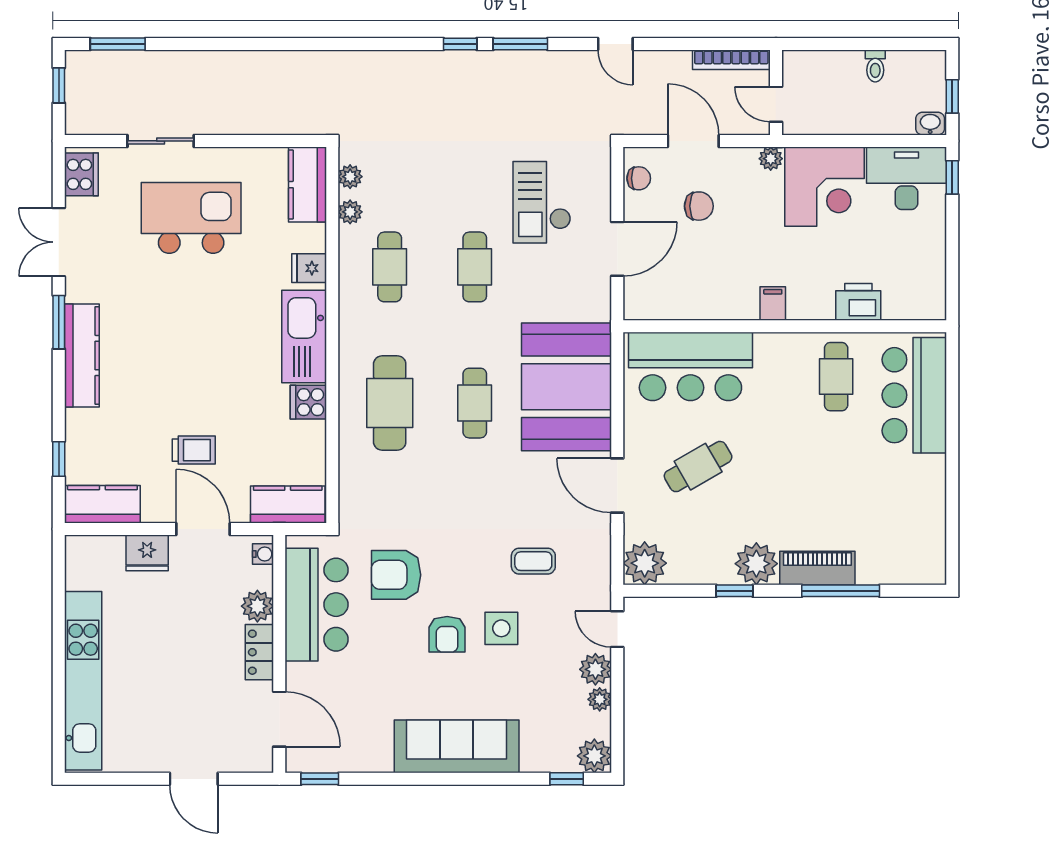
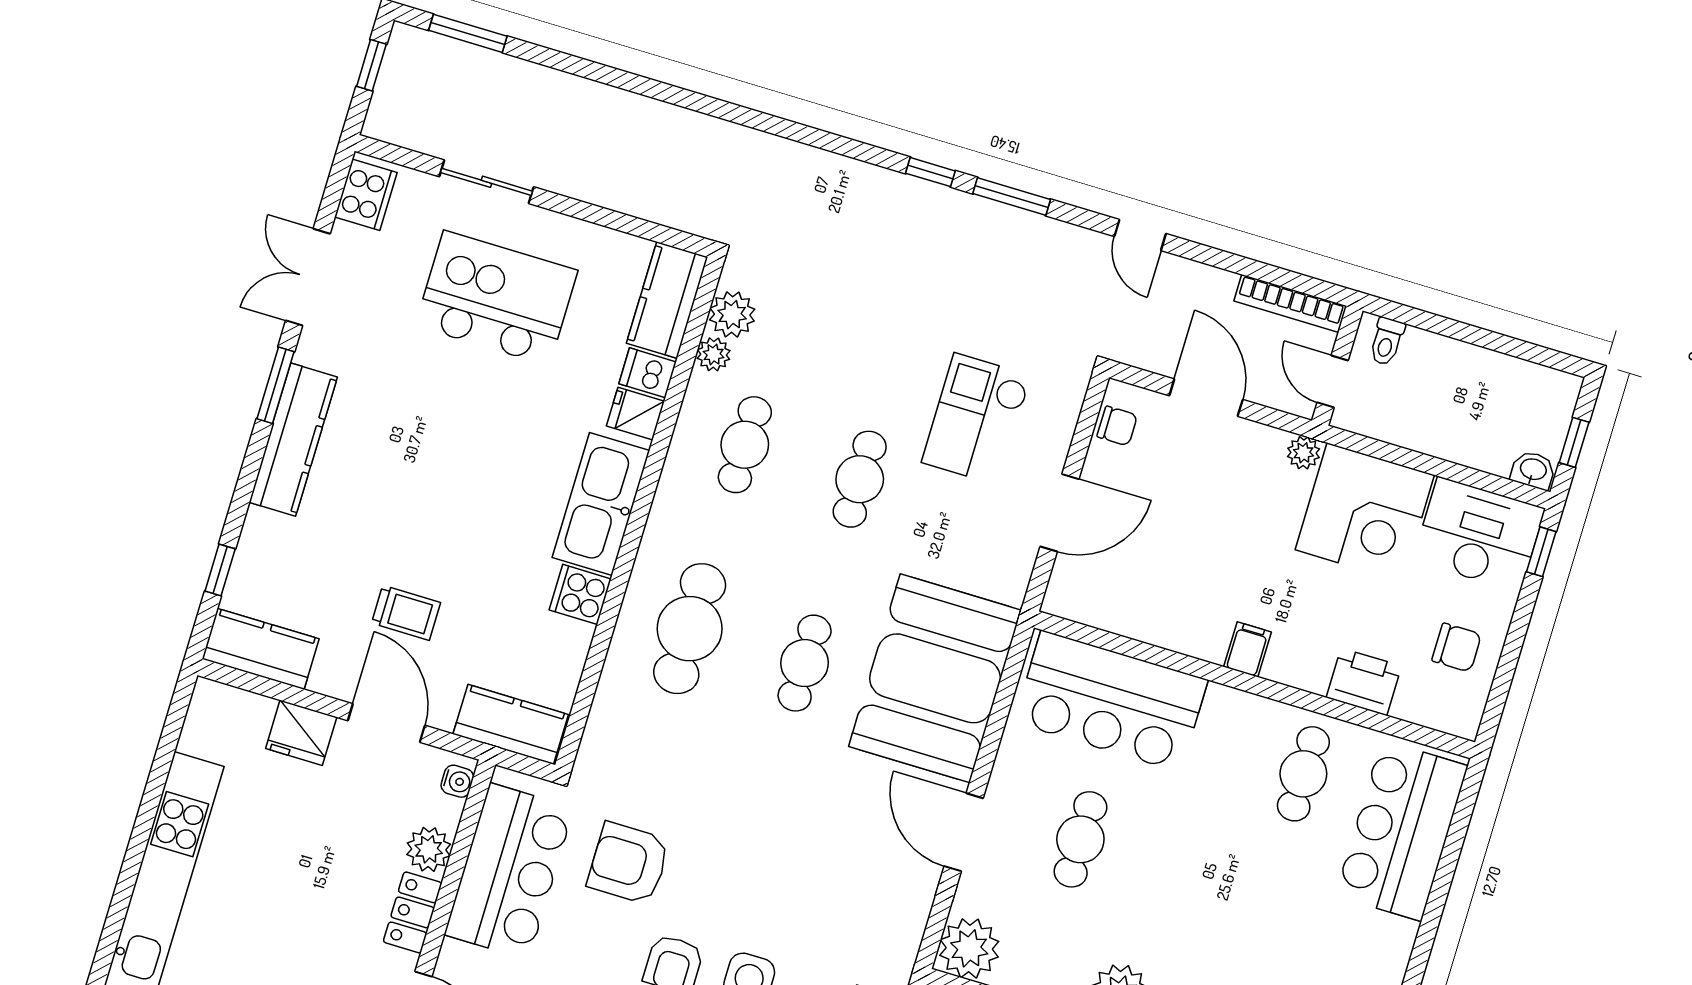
toilet: (875, 66) -> (1387, 341), moved
plant: (350, 177) -> (732, 315), width x1.38, depth x1.38
chair: (699, 206) -> (1457, 647), moved
dishwasher: (309, 238) -> (648, 373), added
cafe table: (698, 467) -> (1080, 839), turned -60
coffee table: (533, 561) -> (820, 900), removed

